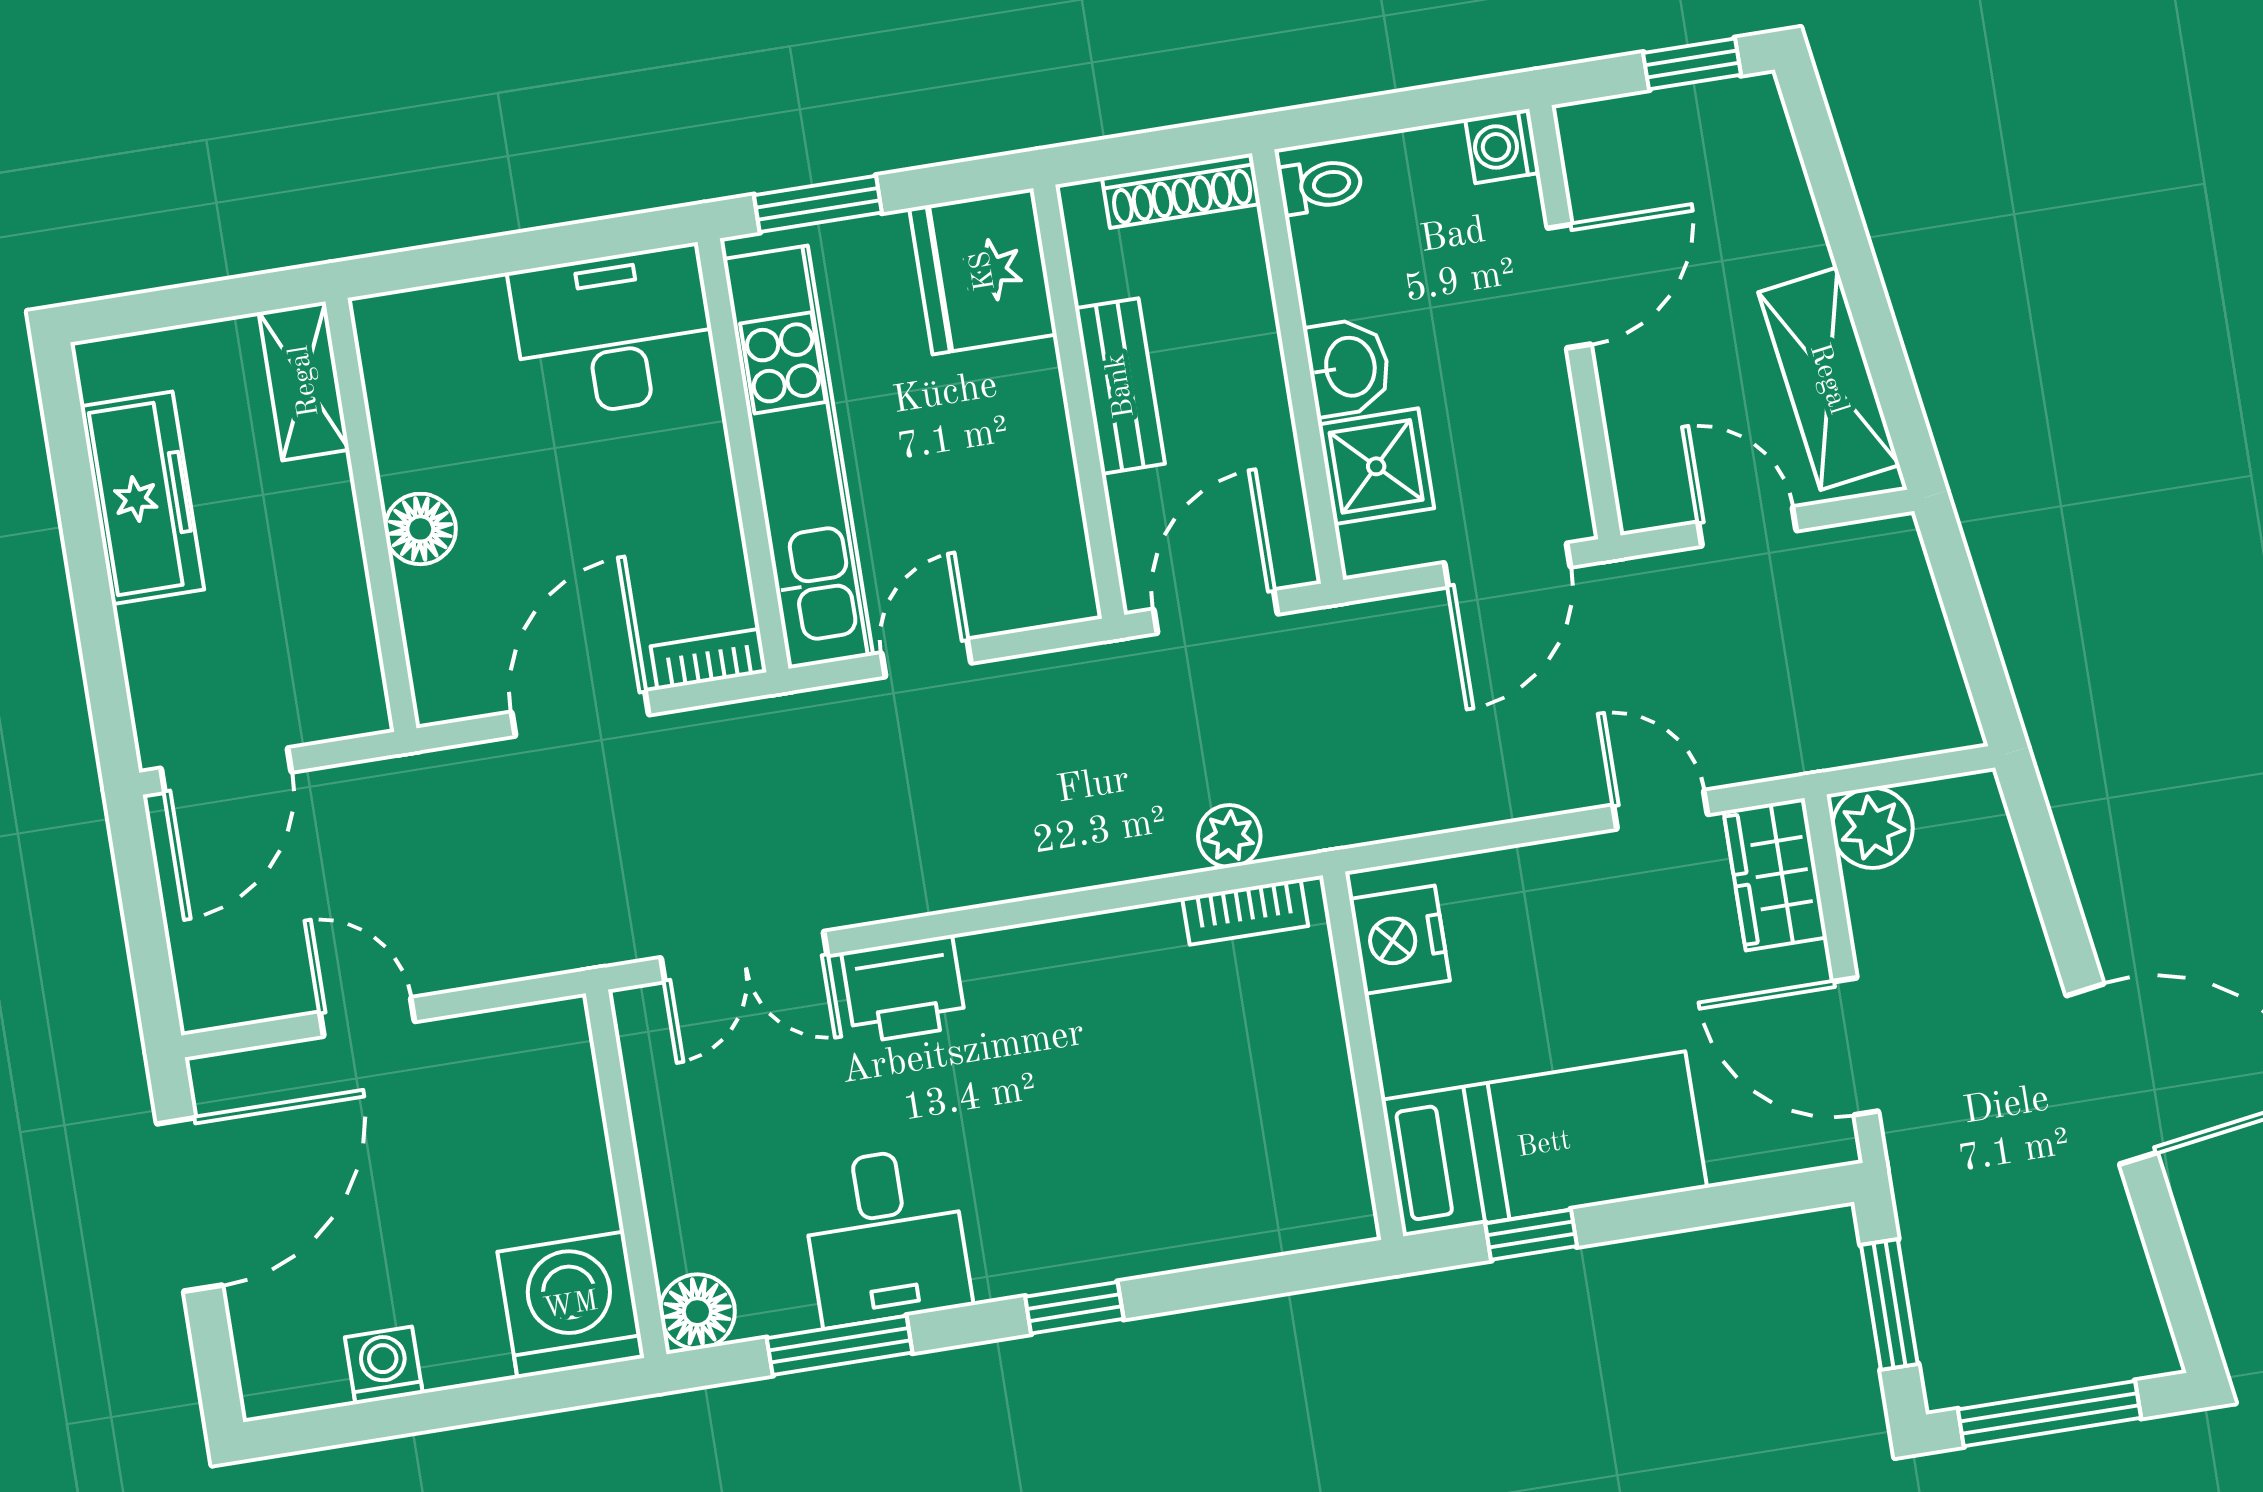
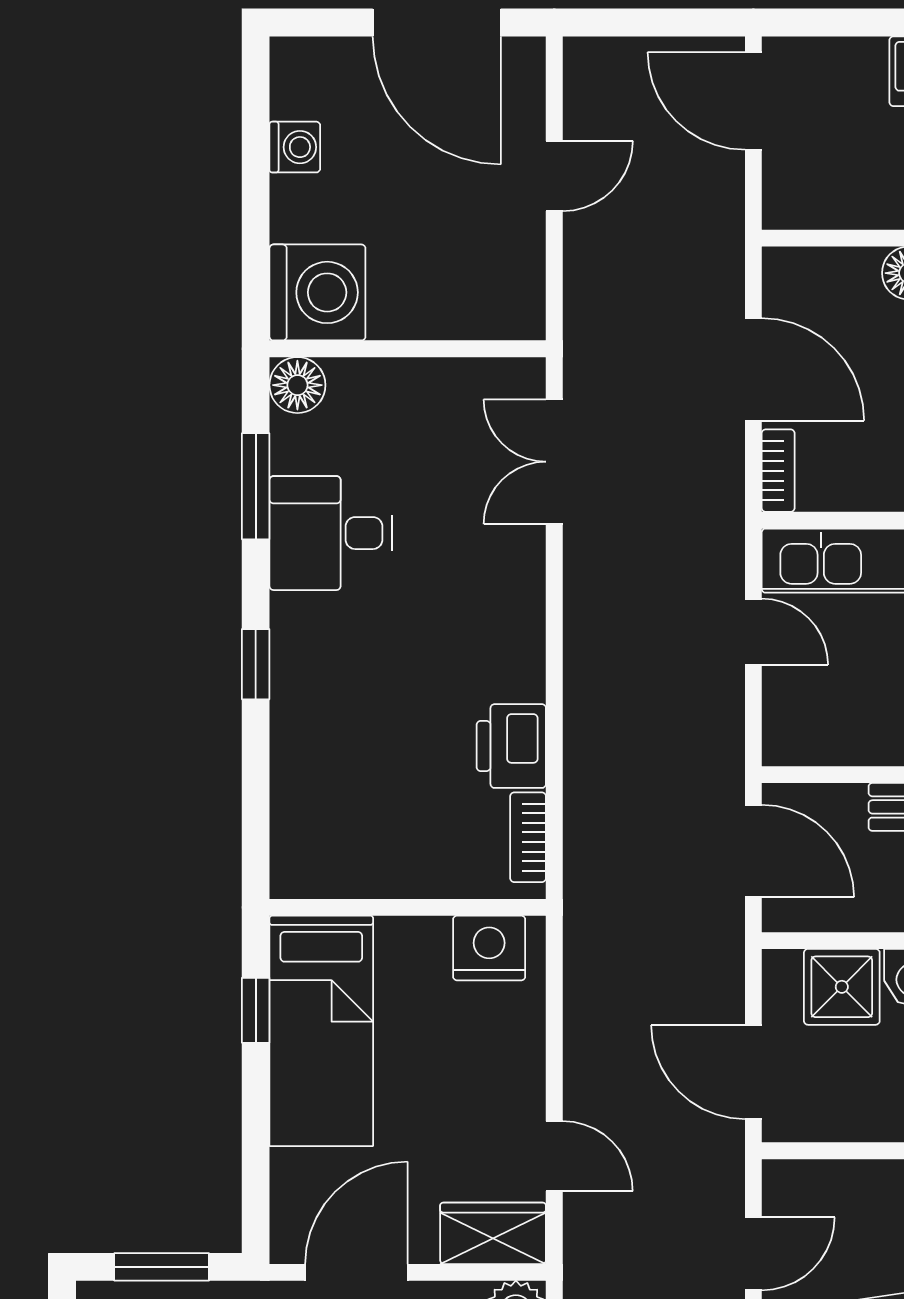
door: (1660, 810) -> (554, 1156), hinge flipped
plant: (1229, 836) -> (586, 835), removed
printer: (904, 989) -> (511, 746), moved

